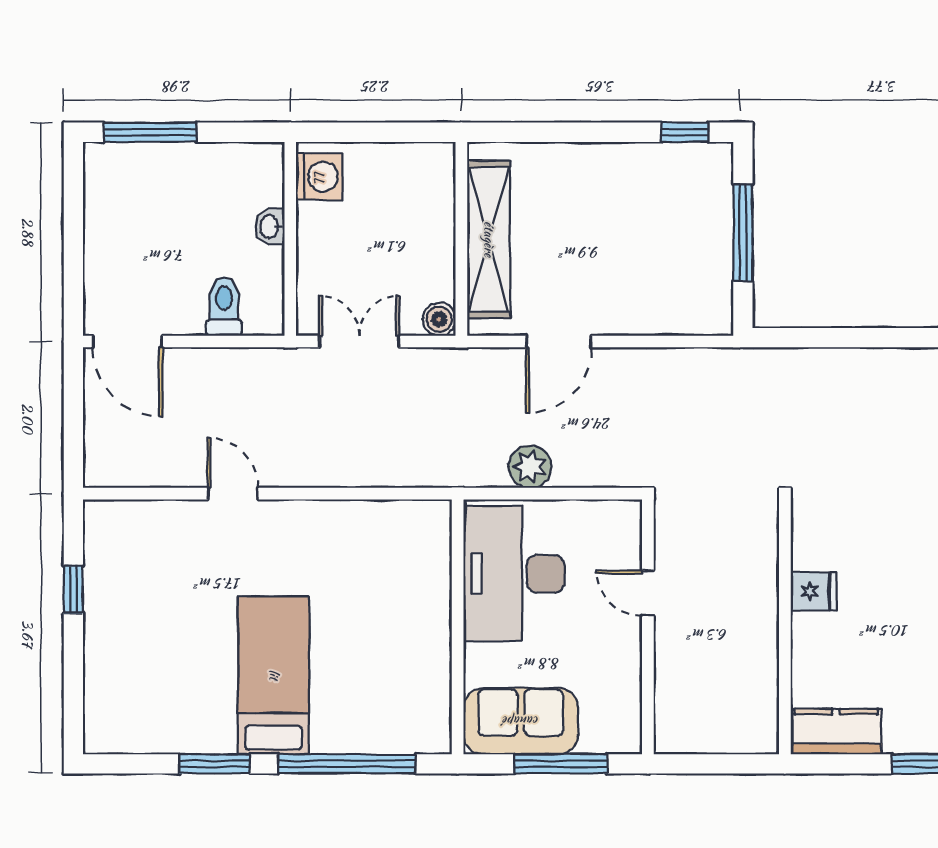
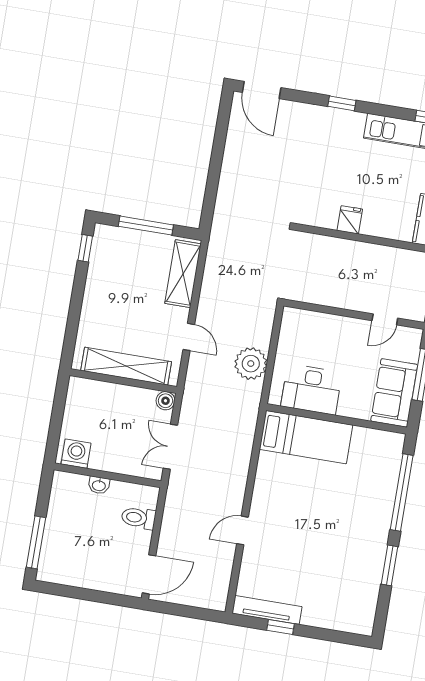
shelving: (669, 313) -> (183, 274), added
door: (559, 342) -> (189, 337), width x0.73
plant: (530, 467) -> (251, 364), width x1.36, depth x1.36
tv unit: (99, 560) -> (267, 610), added
desk: (514, 574) -> (311, 389), width x0.73, depth x0.77
door: (648, 593) -> (385, 319), moved
bed: (274, 675) -> (306, 437), moved, turned 180

